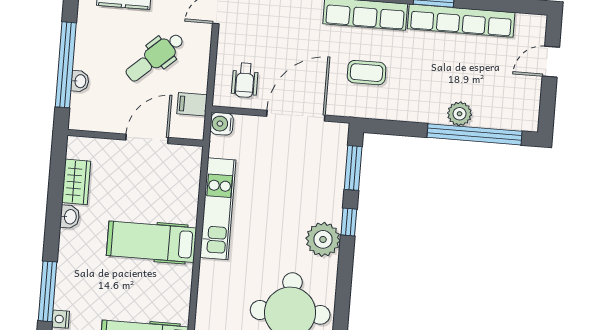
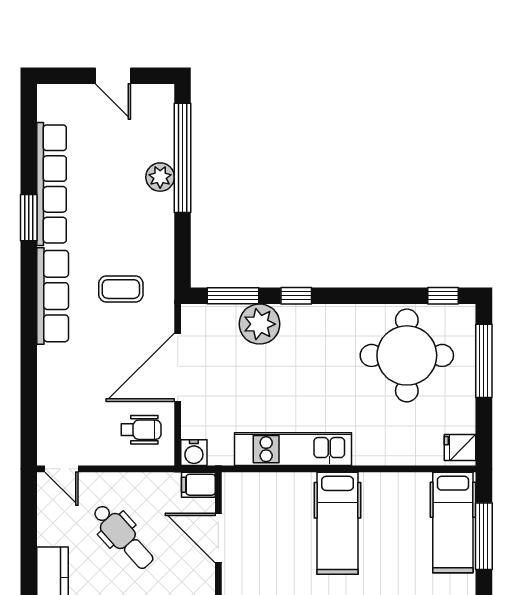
door: (551, 62) -> (113, 76), moved
coffee table: (367, 73) -> (121, 289), turned 90
filing cabinet: (192, 104) -> (198, 485), moved, turned 90
door: (296, 116) -> (178, 367), hinge flipped
plant: (323, 239) -> (260, 324), moved

